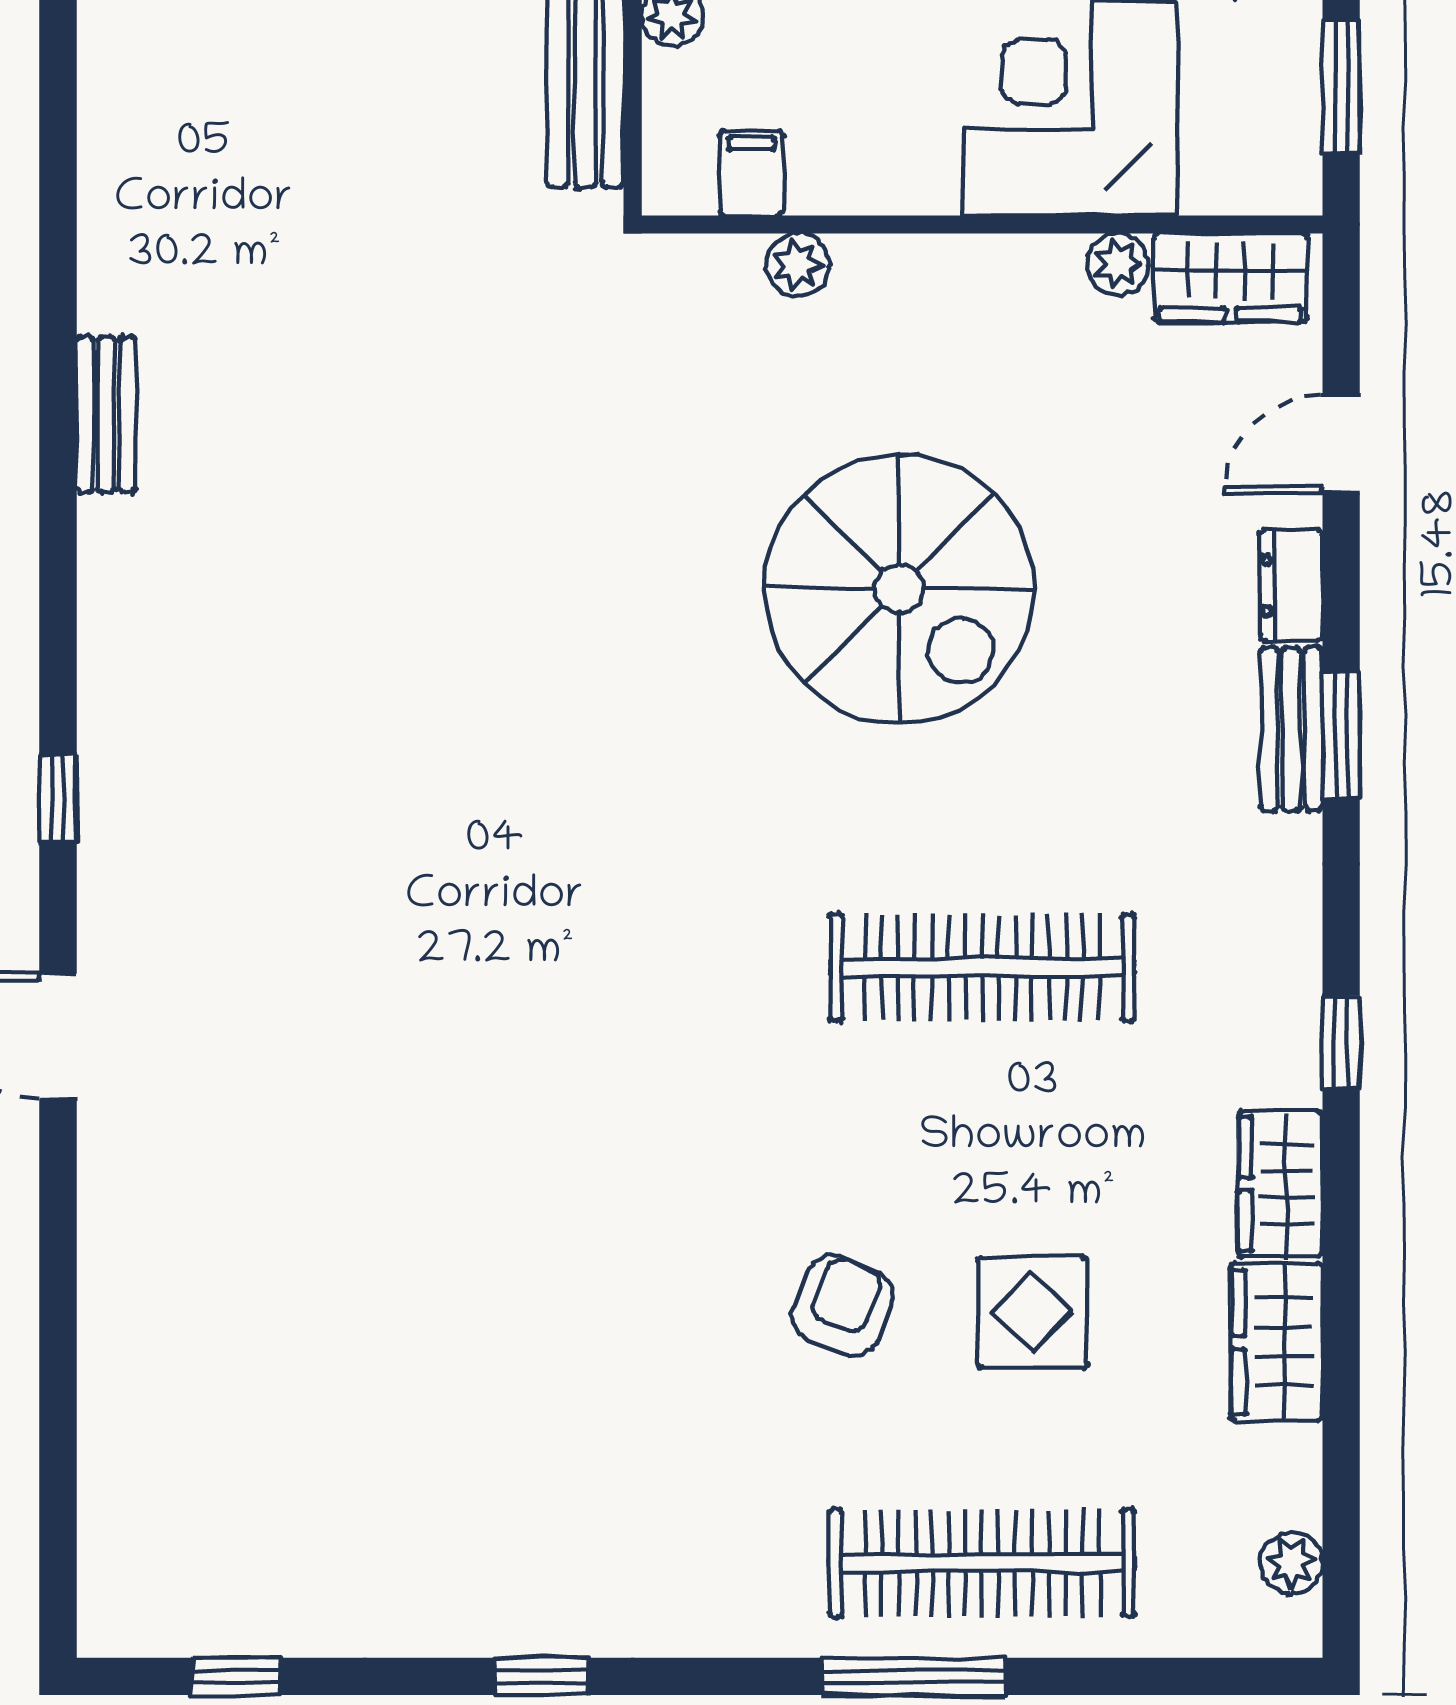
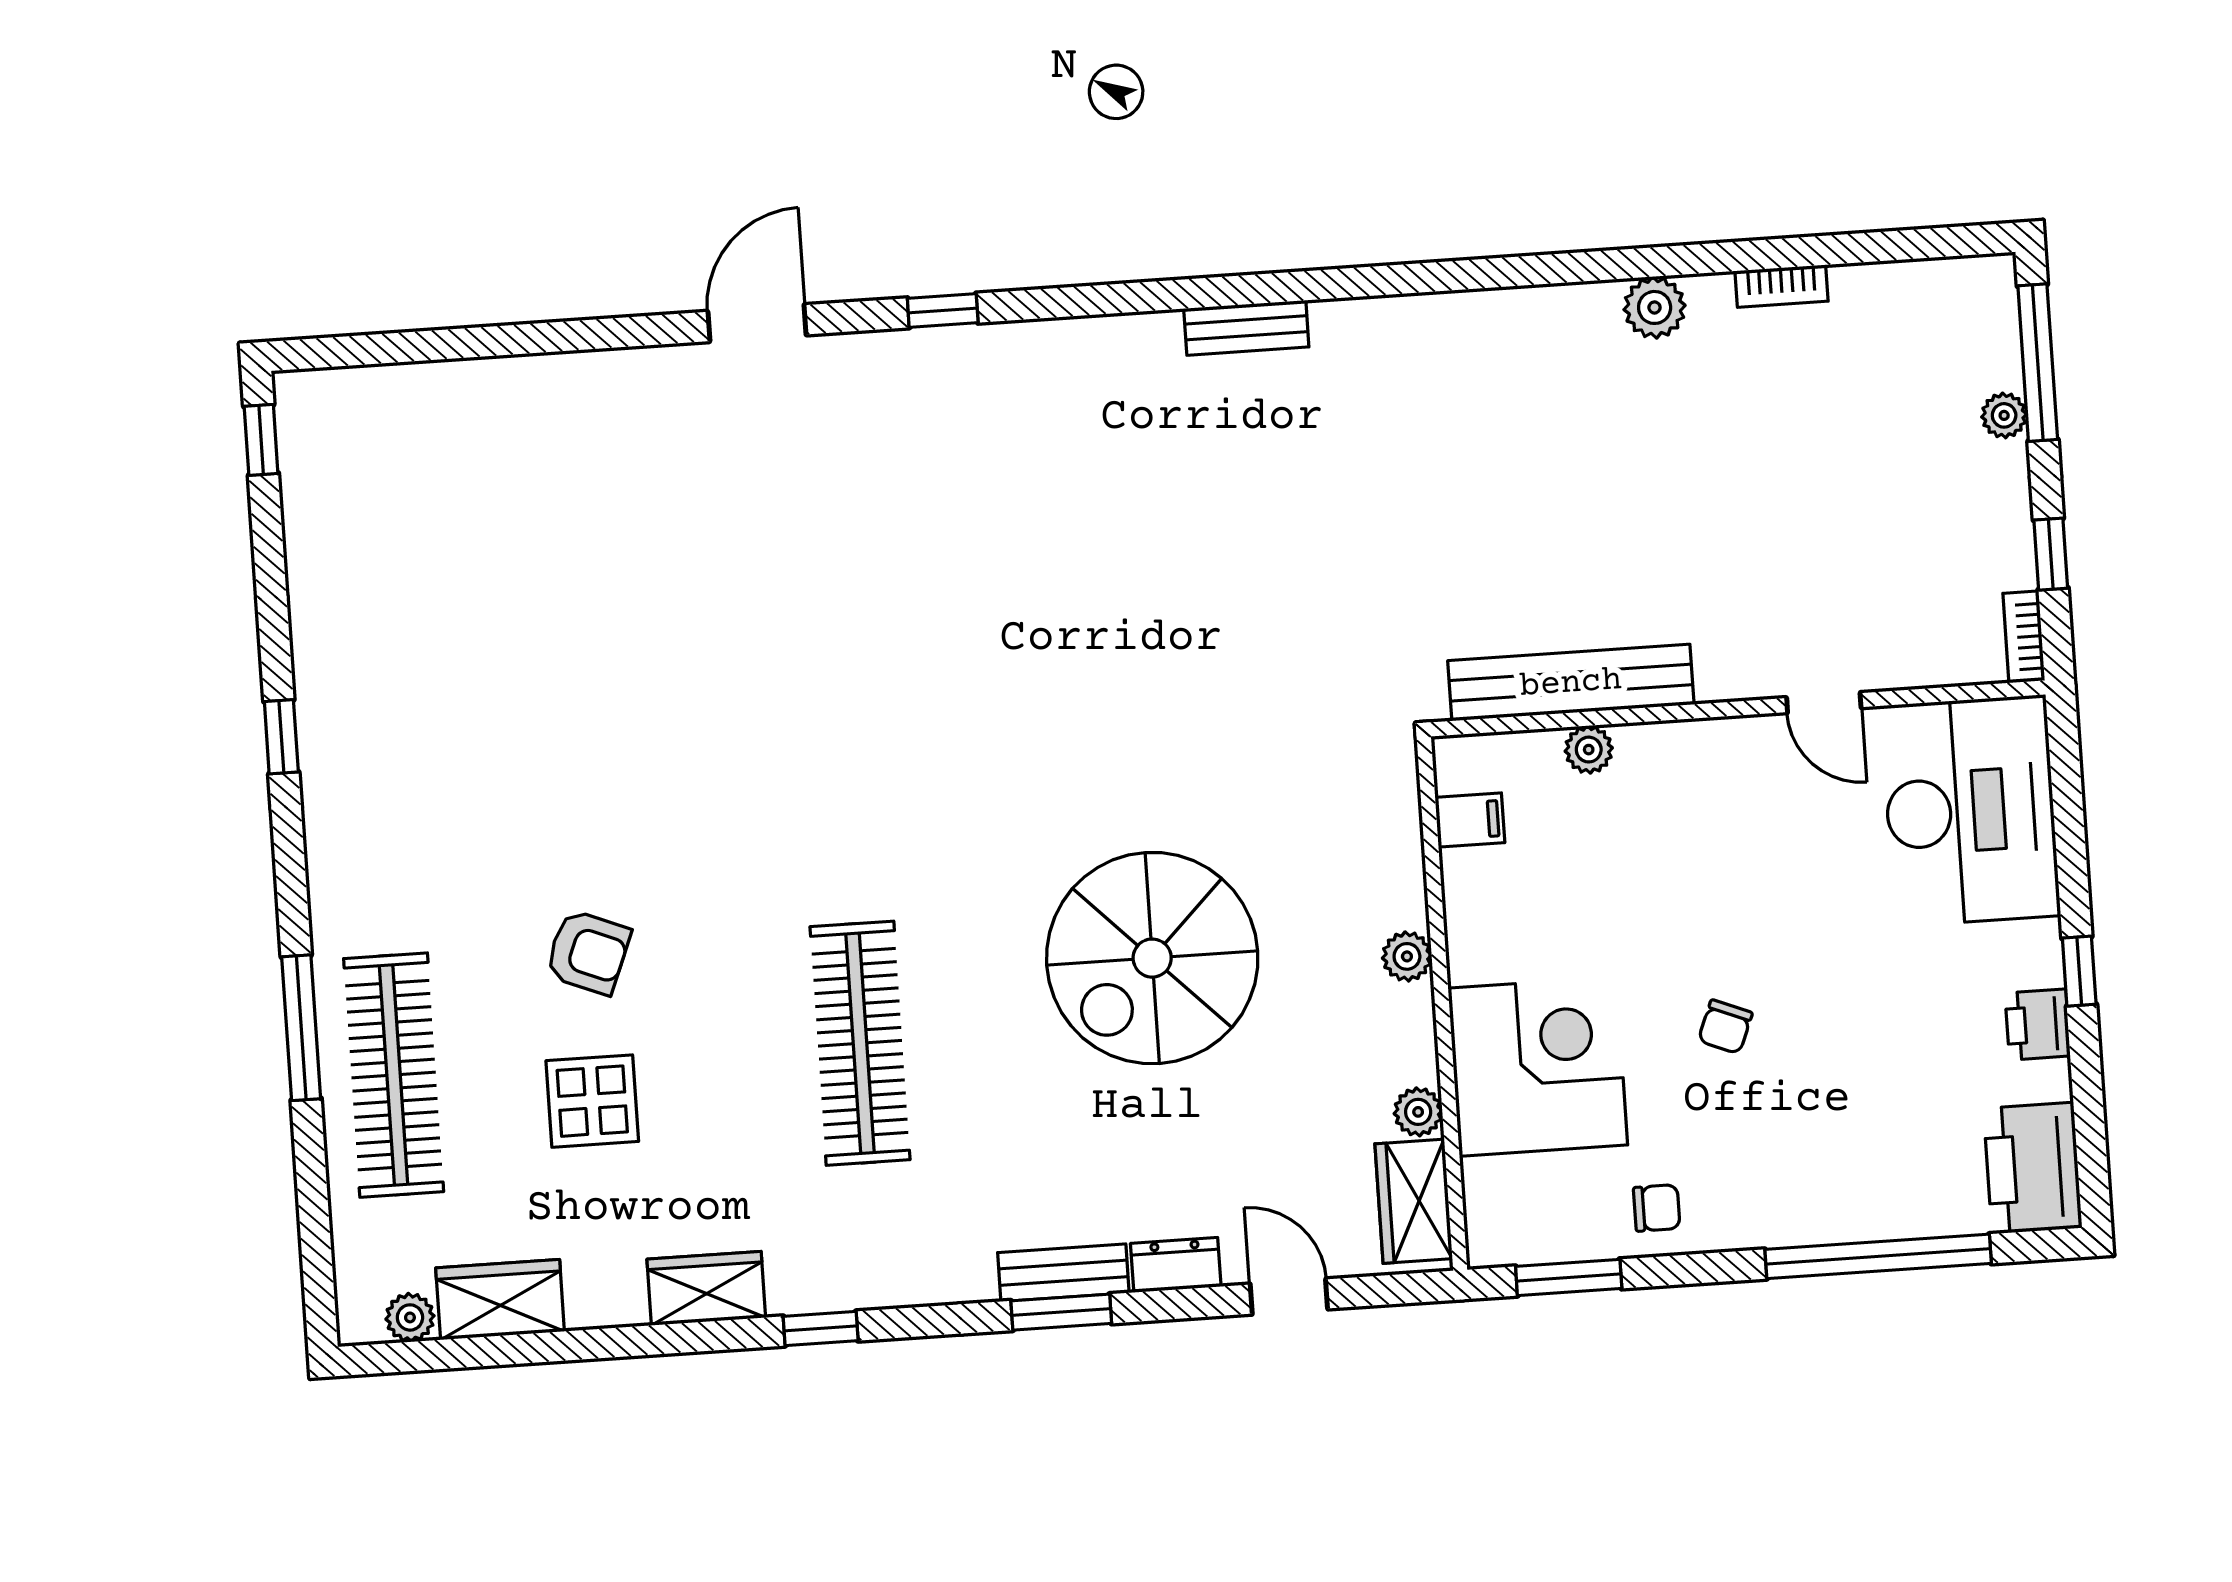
plant: (798, 265) -> (1407, 956), moved
wardrobe: (1277, 1342) -> (500, 1300), moved
window: (236, 1676) -> (261, 440), moved

